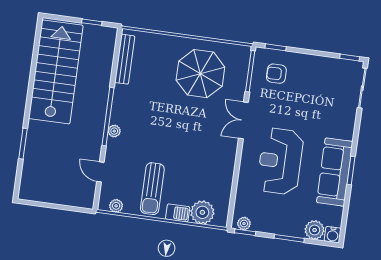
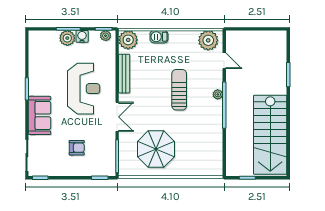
bench: (125, 59) -> (124, 74), moved
armchair: (276, 74) -> (77, 148), moved
sofa: (335, 172) -> (40, 115), moved, width x0.73
sun lounger: (152, 189) -> (179, 90), moved
plant: (116, 206) -> (208, 40), width x1.88, depth x1.88
plant: (202, 212) -> (128, 40), moved
plant: (315, 230) -> (67, 38), moved
water cooler: (333, 235) -> (82, 36), moved

